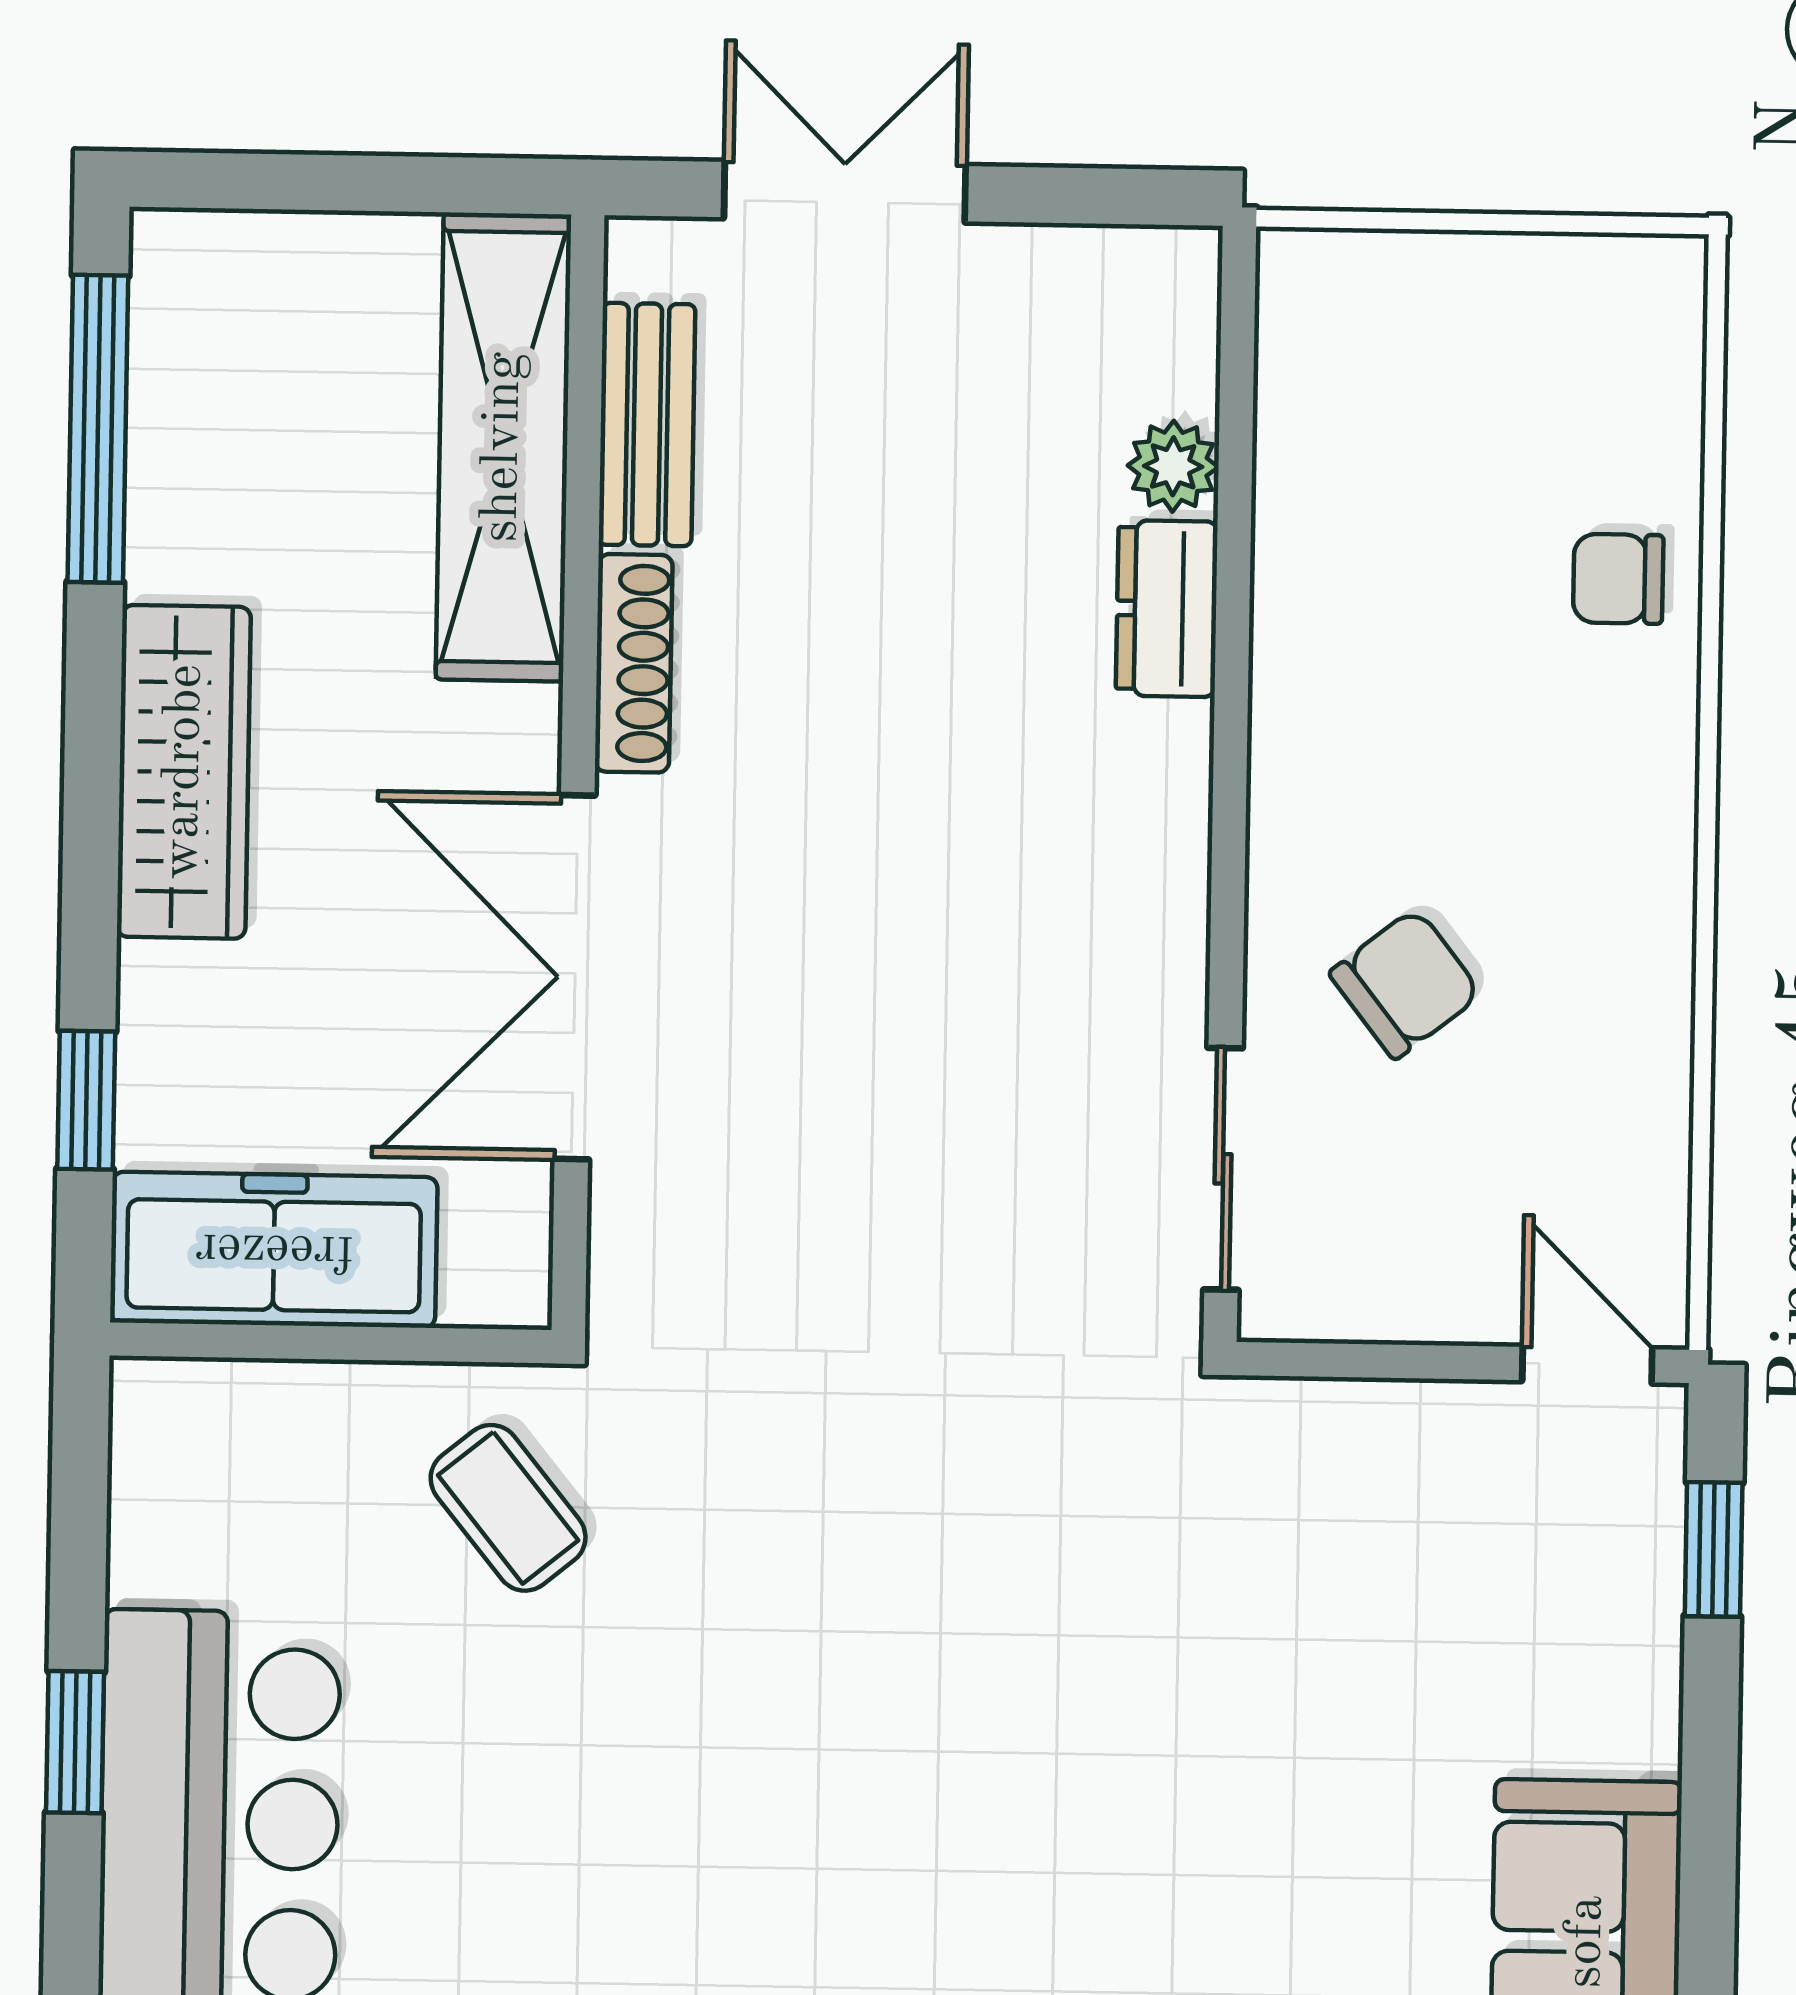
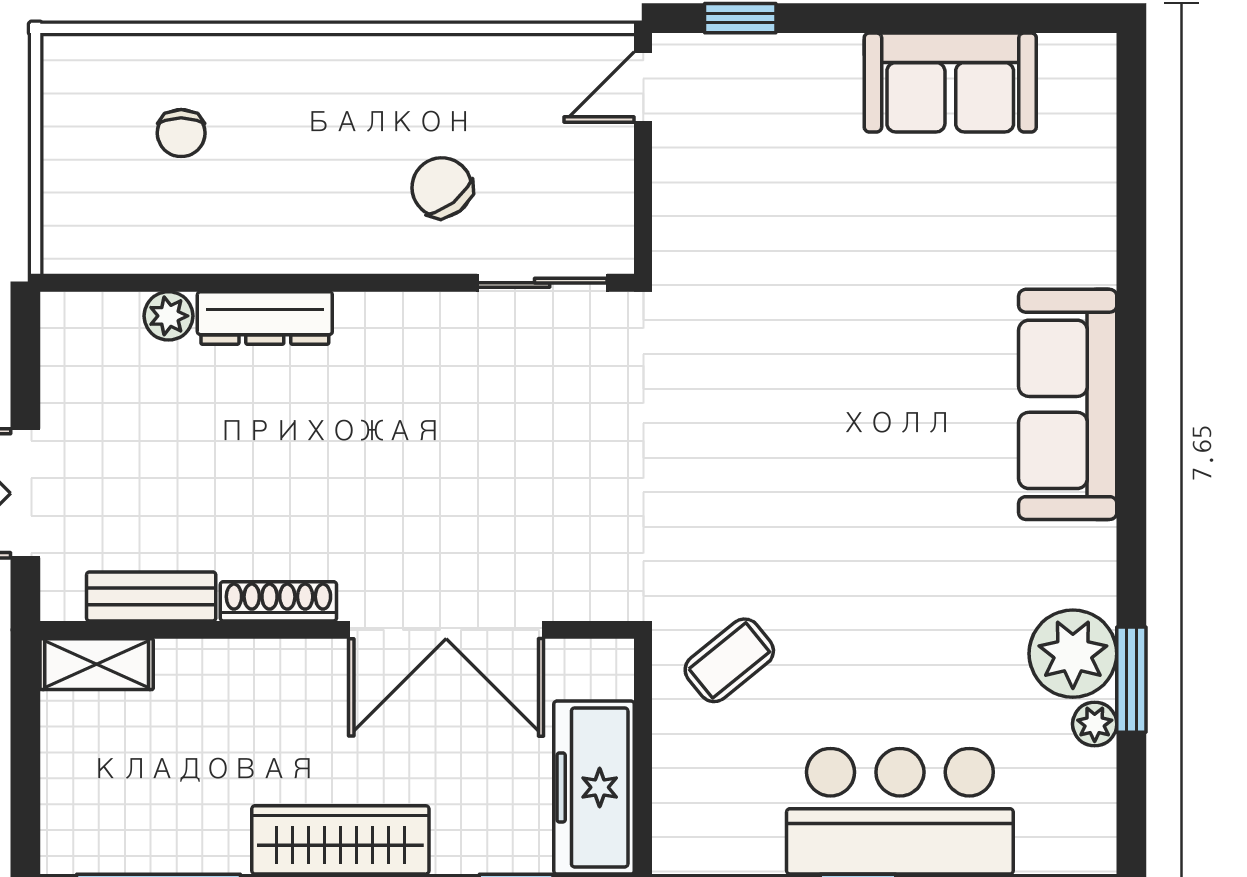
shelving: (503, 447) -> (97, 664), width x0.45, depth x0.75
chair: (1618, 579) -> (181, 133), moved
dresser: (1167, 609) -> (265, 318), width x1.44

